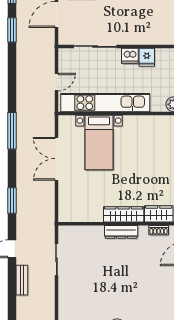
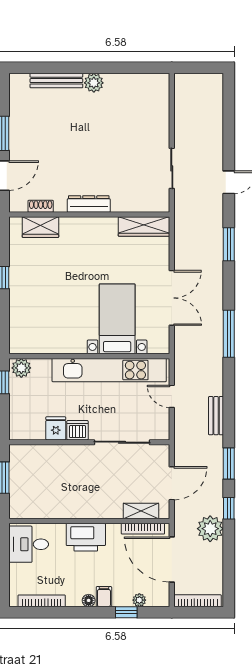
door: (56, 82) -> (172, 396), hinge flipped
wardrobe: (124, 214) -> (144, 227), moved
bench: (22, 280) -> (216, 416), moved

